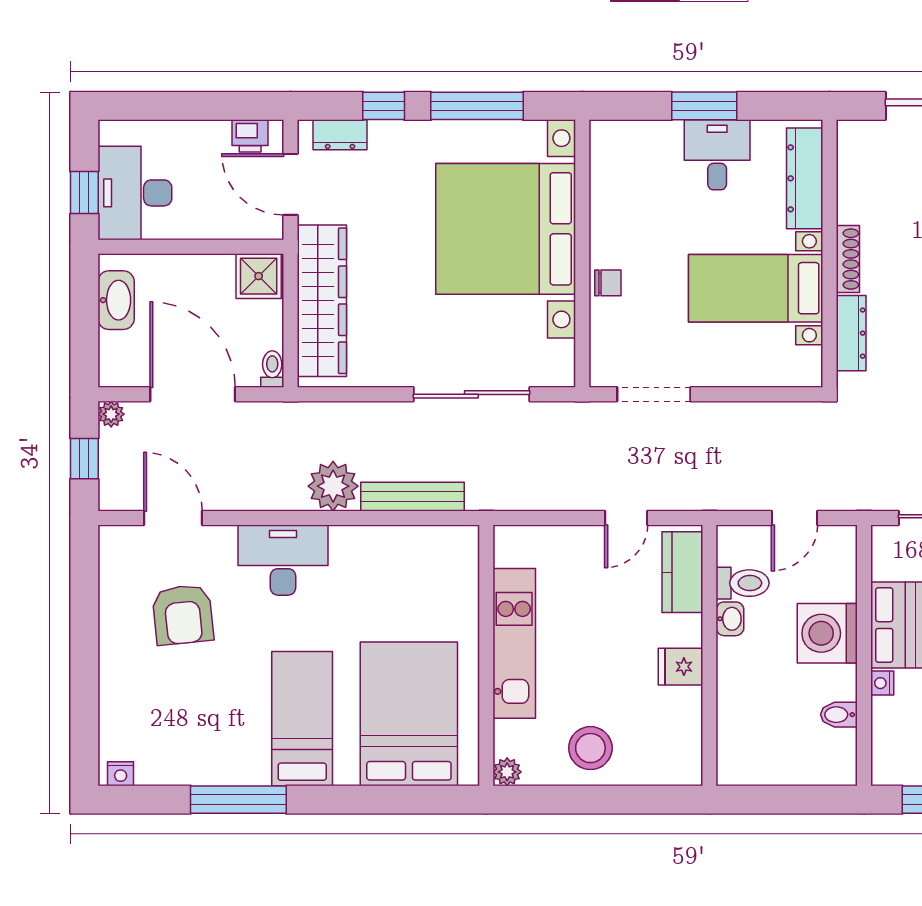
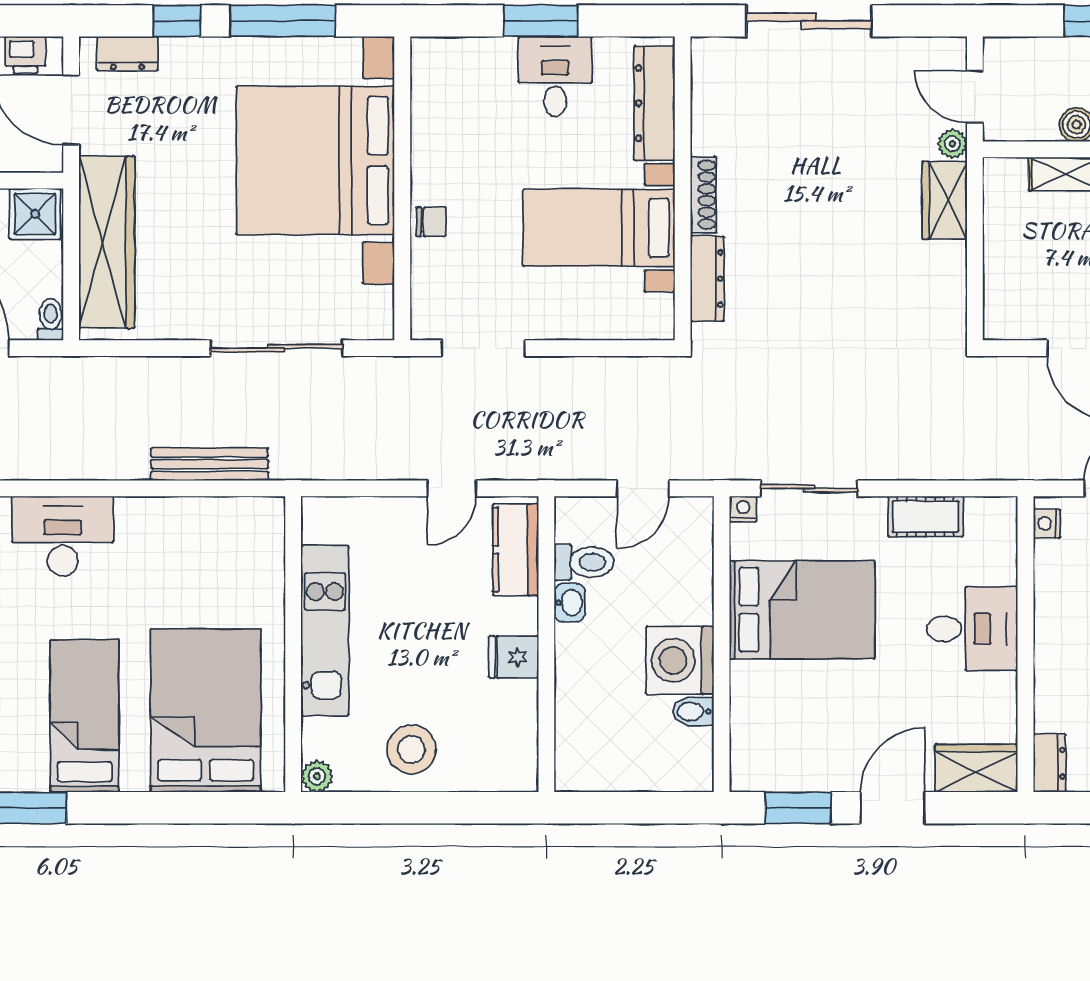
plant: (333, 486) -> (120, 452), removed
washing machine: (827, 633) -> (680, 660), moved
nightstand: (882, 683) -> (743, 509), moved, turned 90

